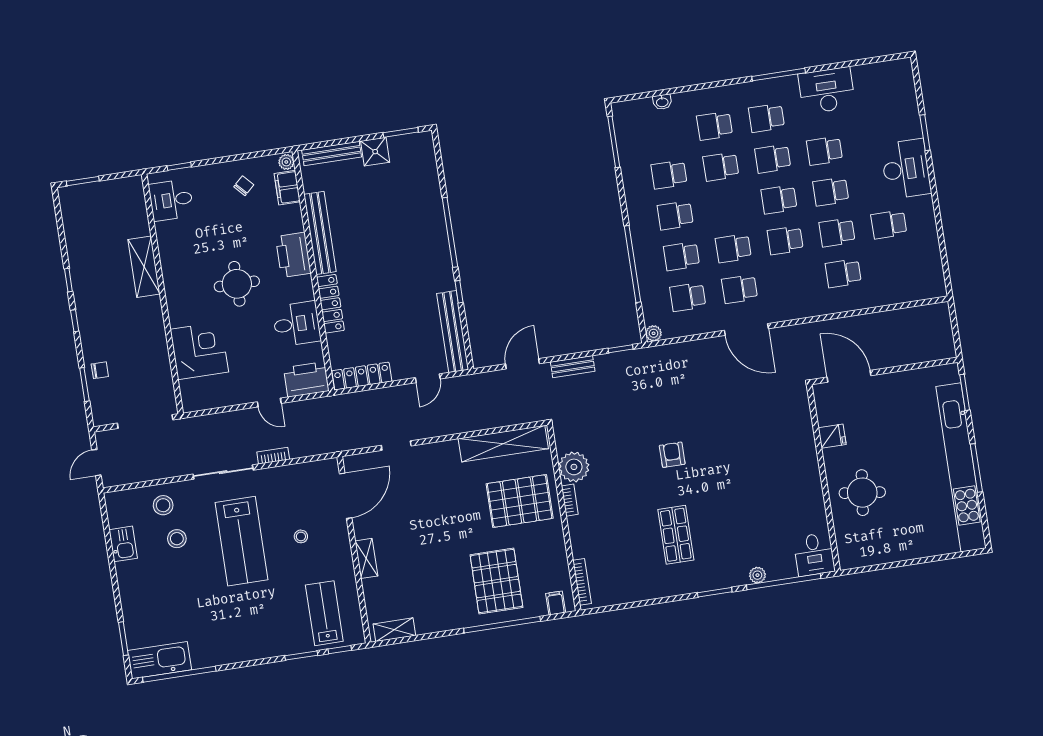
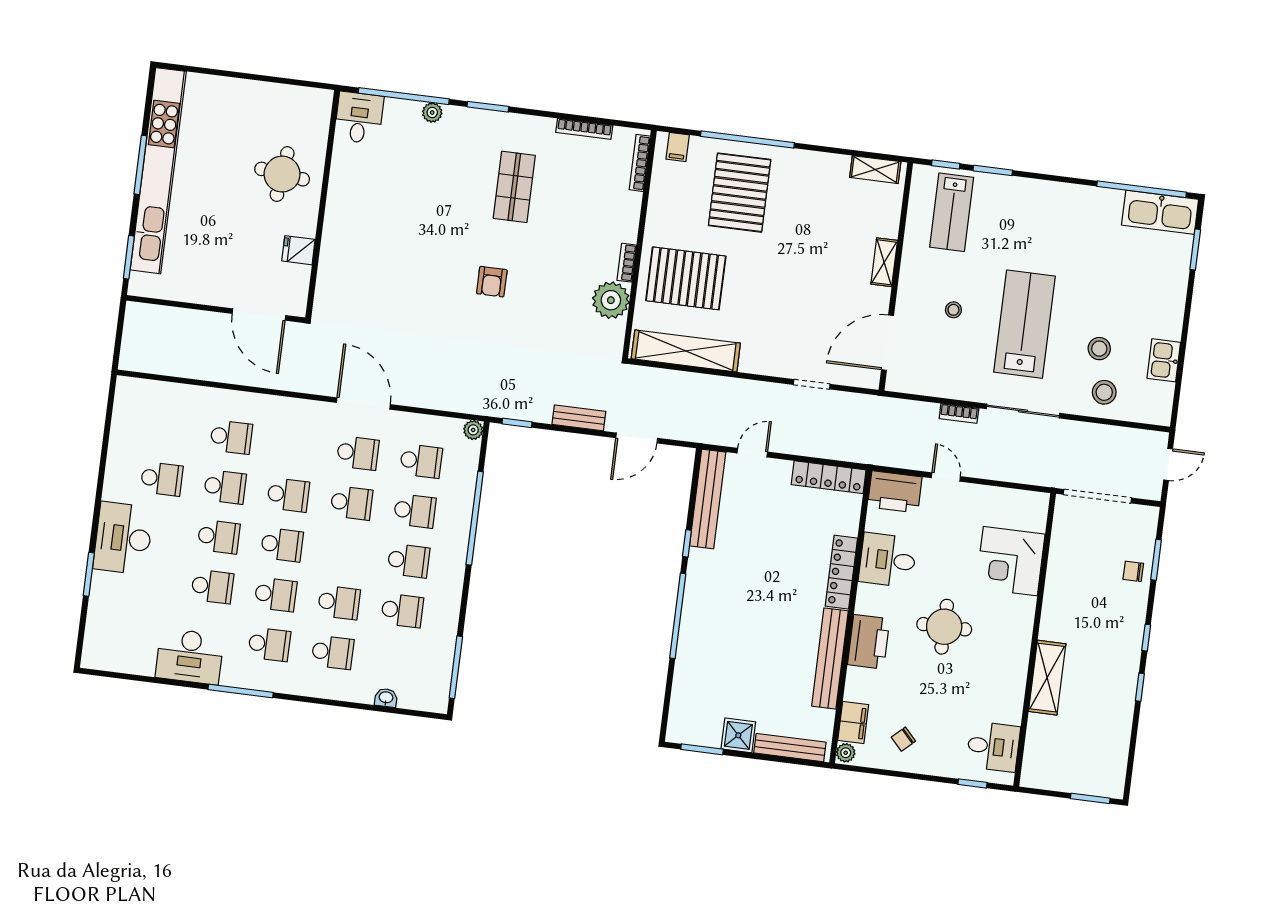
bookcase: (634, 596) -> (584, 129), added

